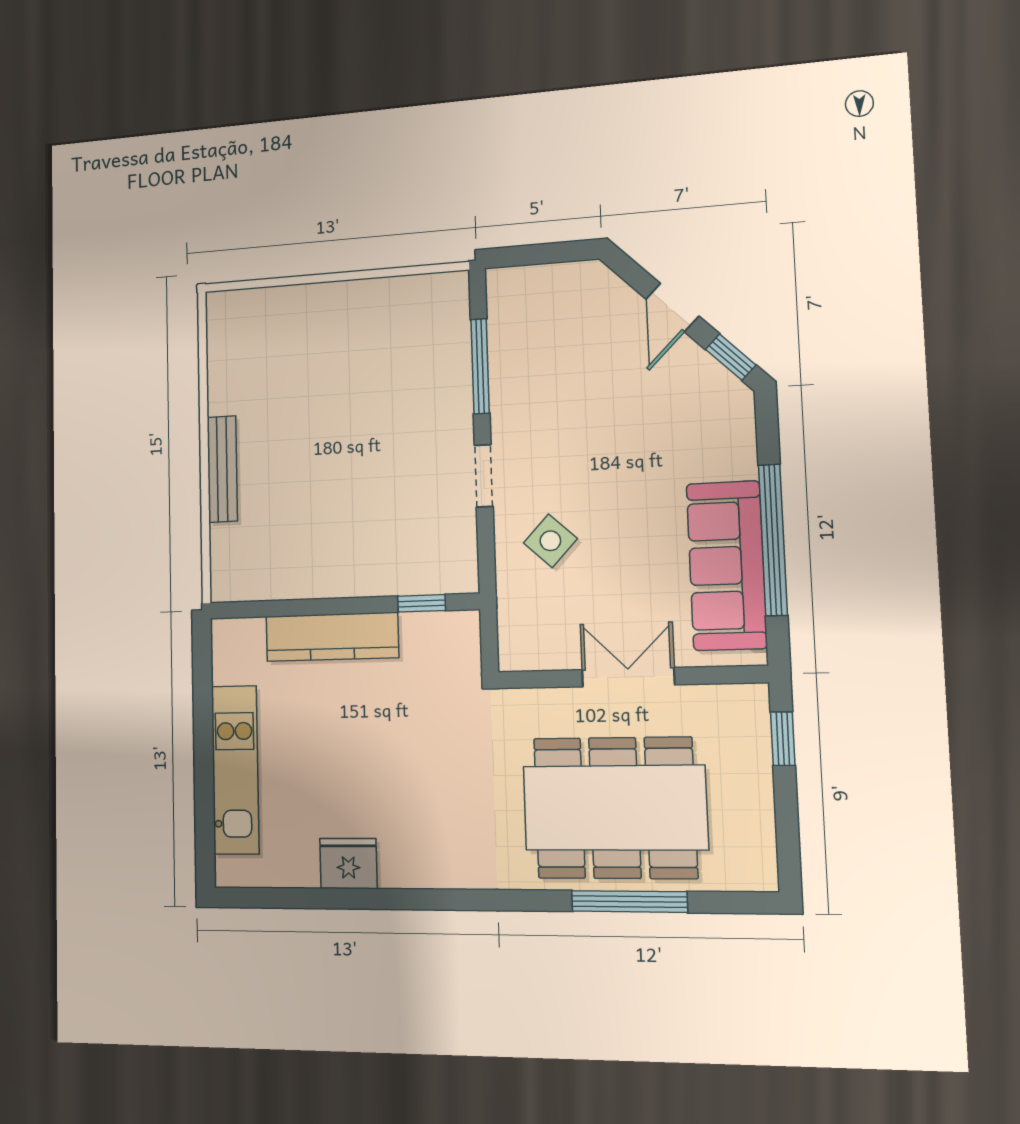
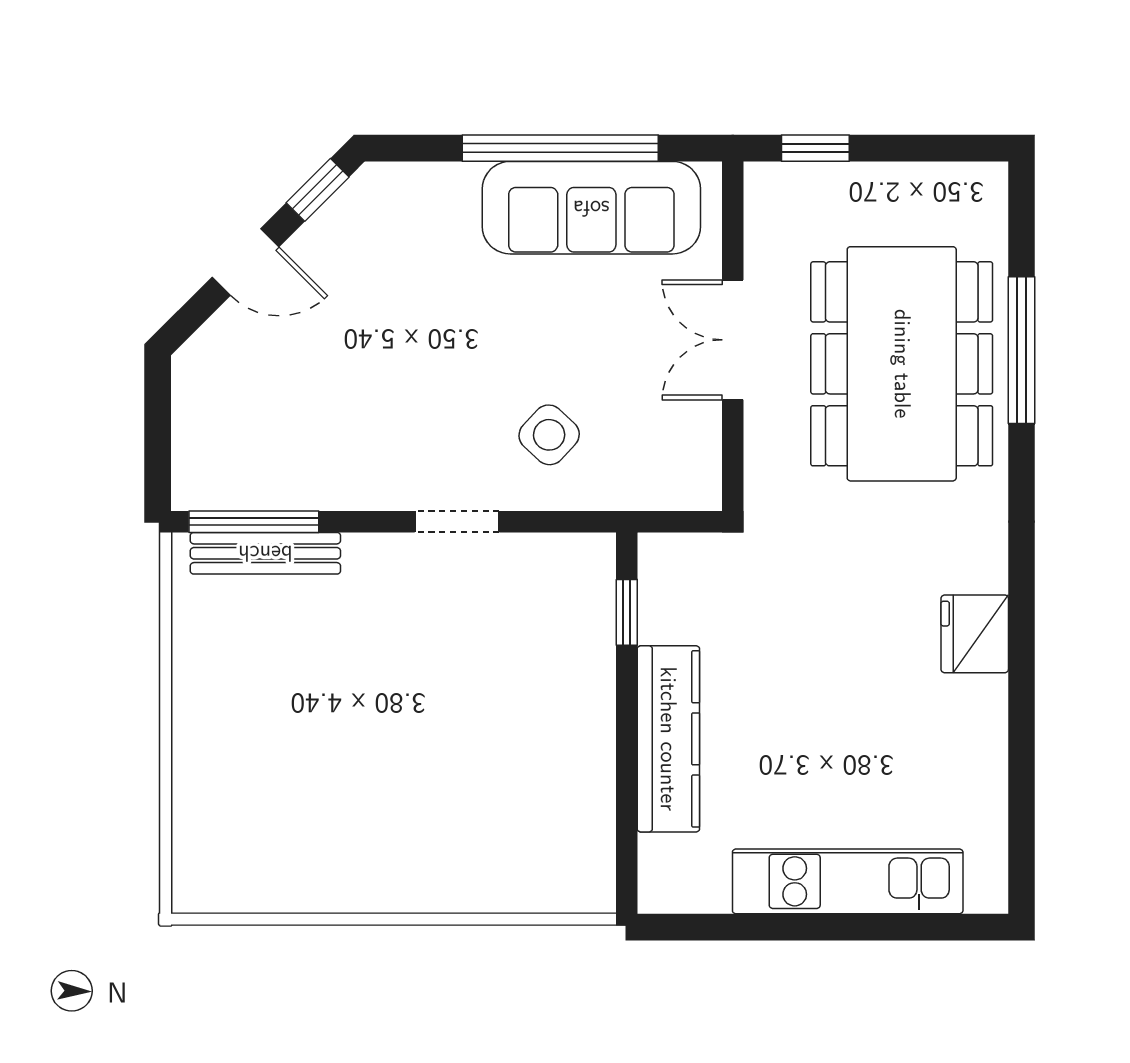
window: (480, 366) -> (254, 522), moved
bench: (222, 469) -> (265, 553), moved
fridge: (348, 863) -> (975, 634), moved

